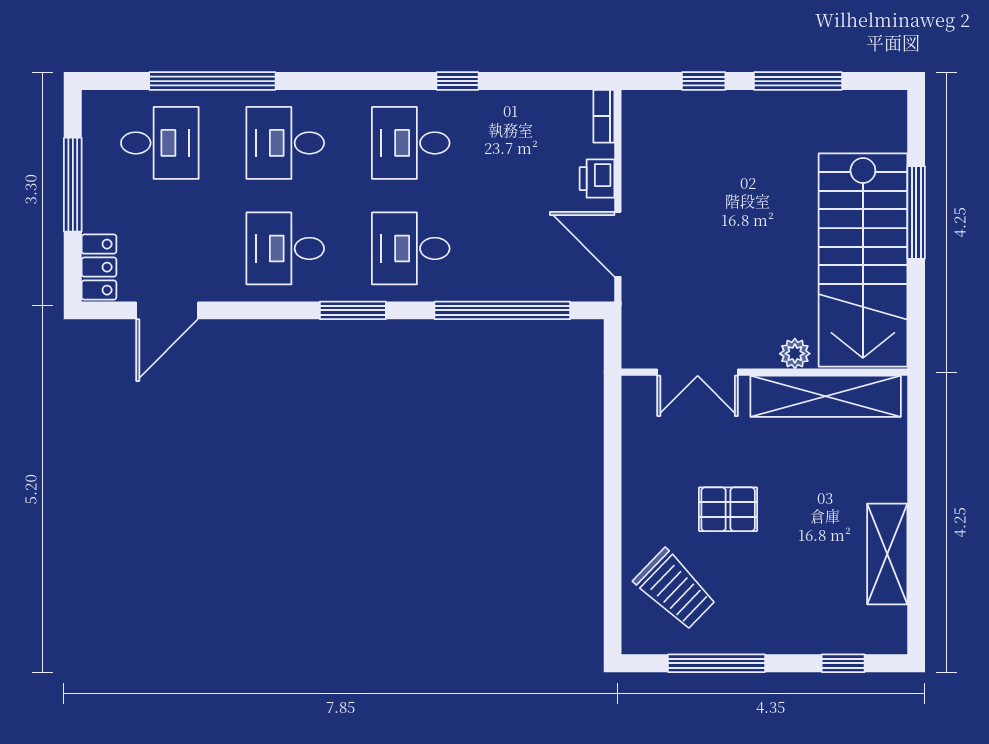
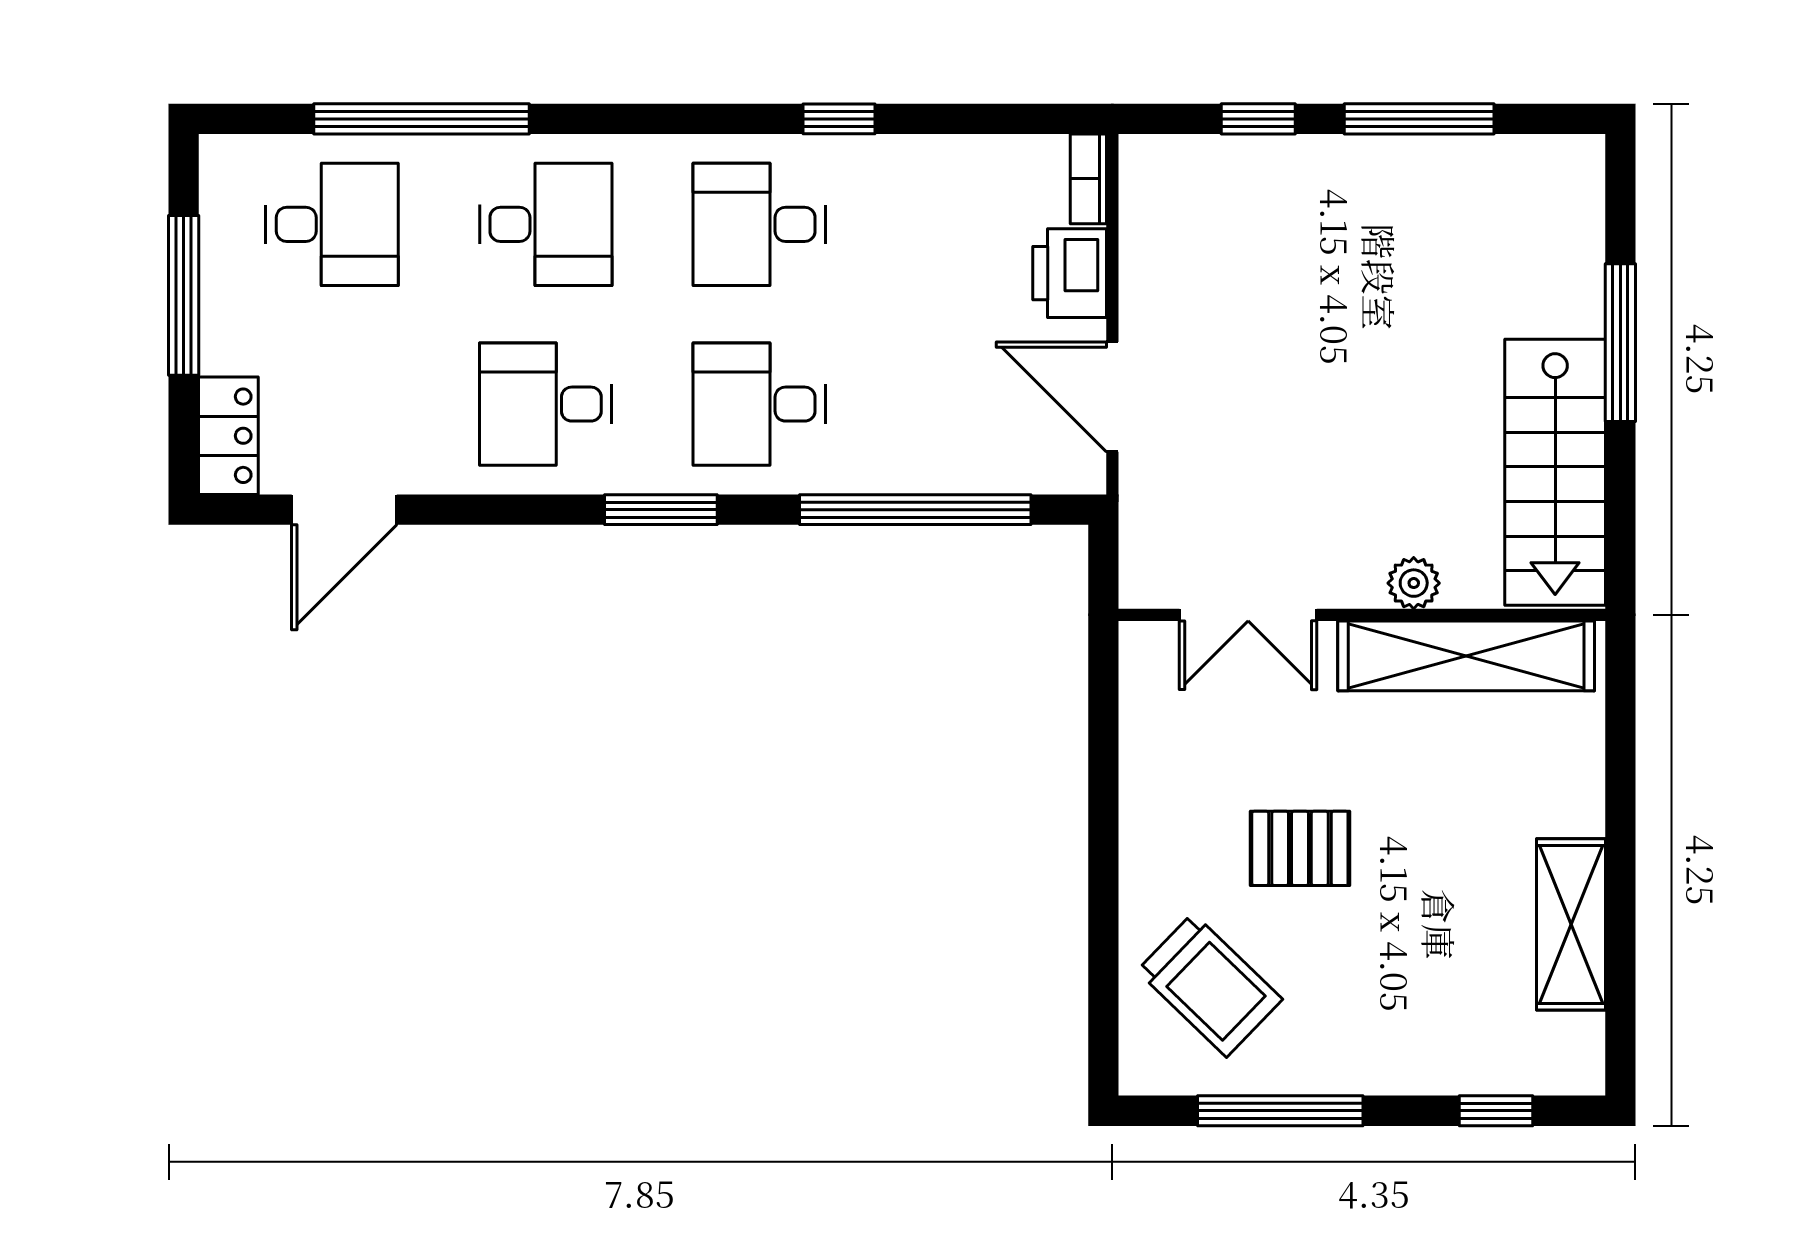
desk: (285, 143) -> (546, 224), turned 180
printer: (597, 179) -> (1070, 273), width x1.36, depth x1.24
stairs: (863, 260) -> (1555, 472), width x0.73, depth x0.66

